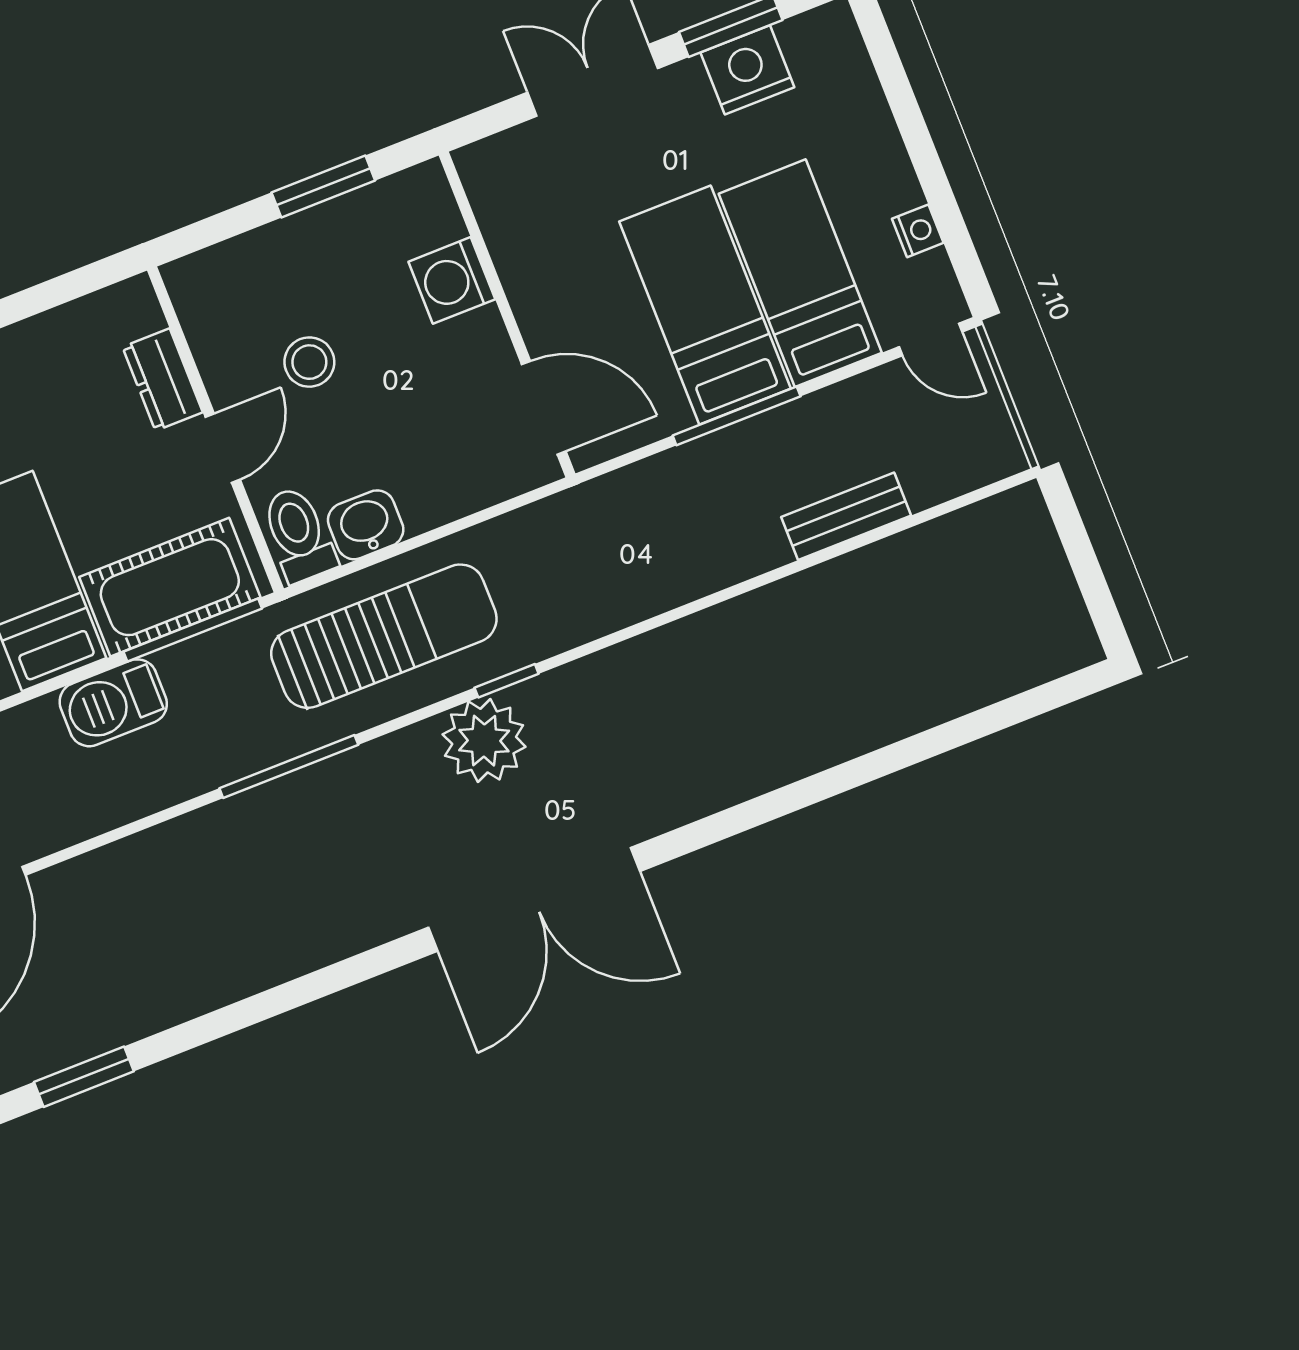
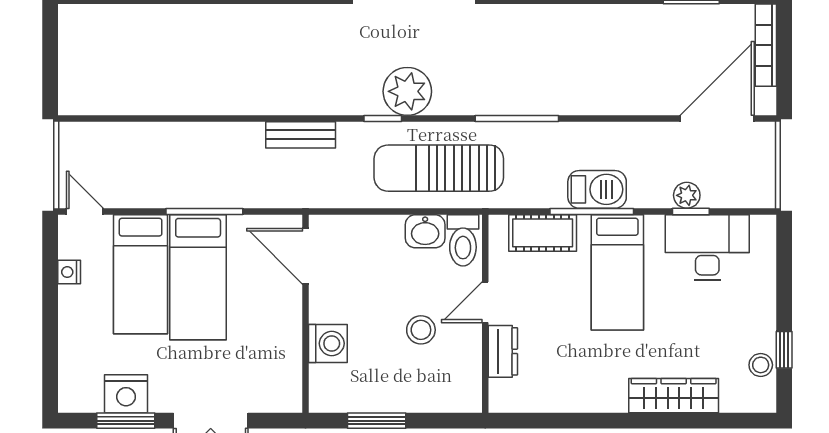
bench: (846, 516) -> (301, 135), moved
cot: (170, 587) -> (543, 233), width x0.73, depth x0.75
window: (193, 630) -> (592, 211), moved

